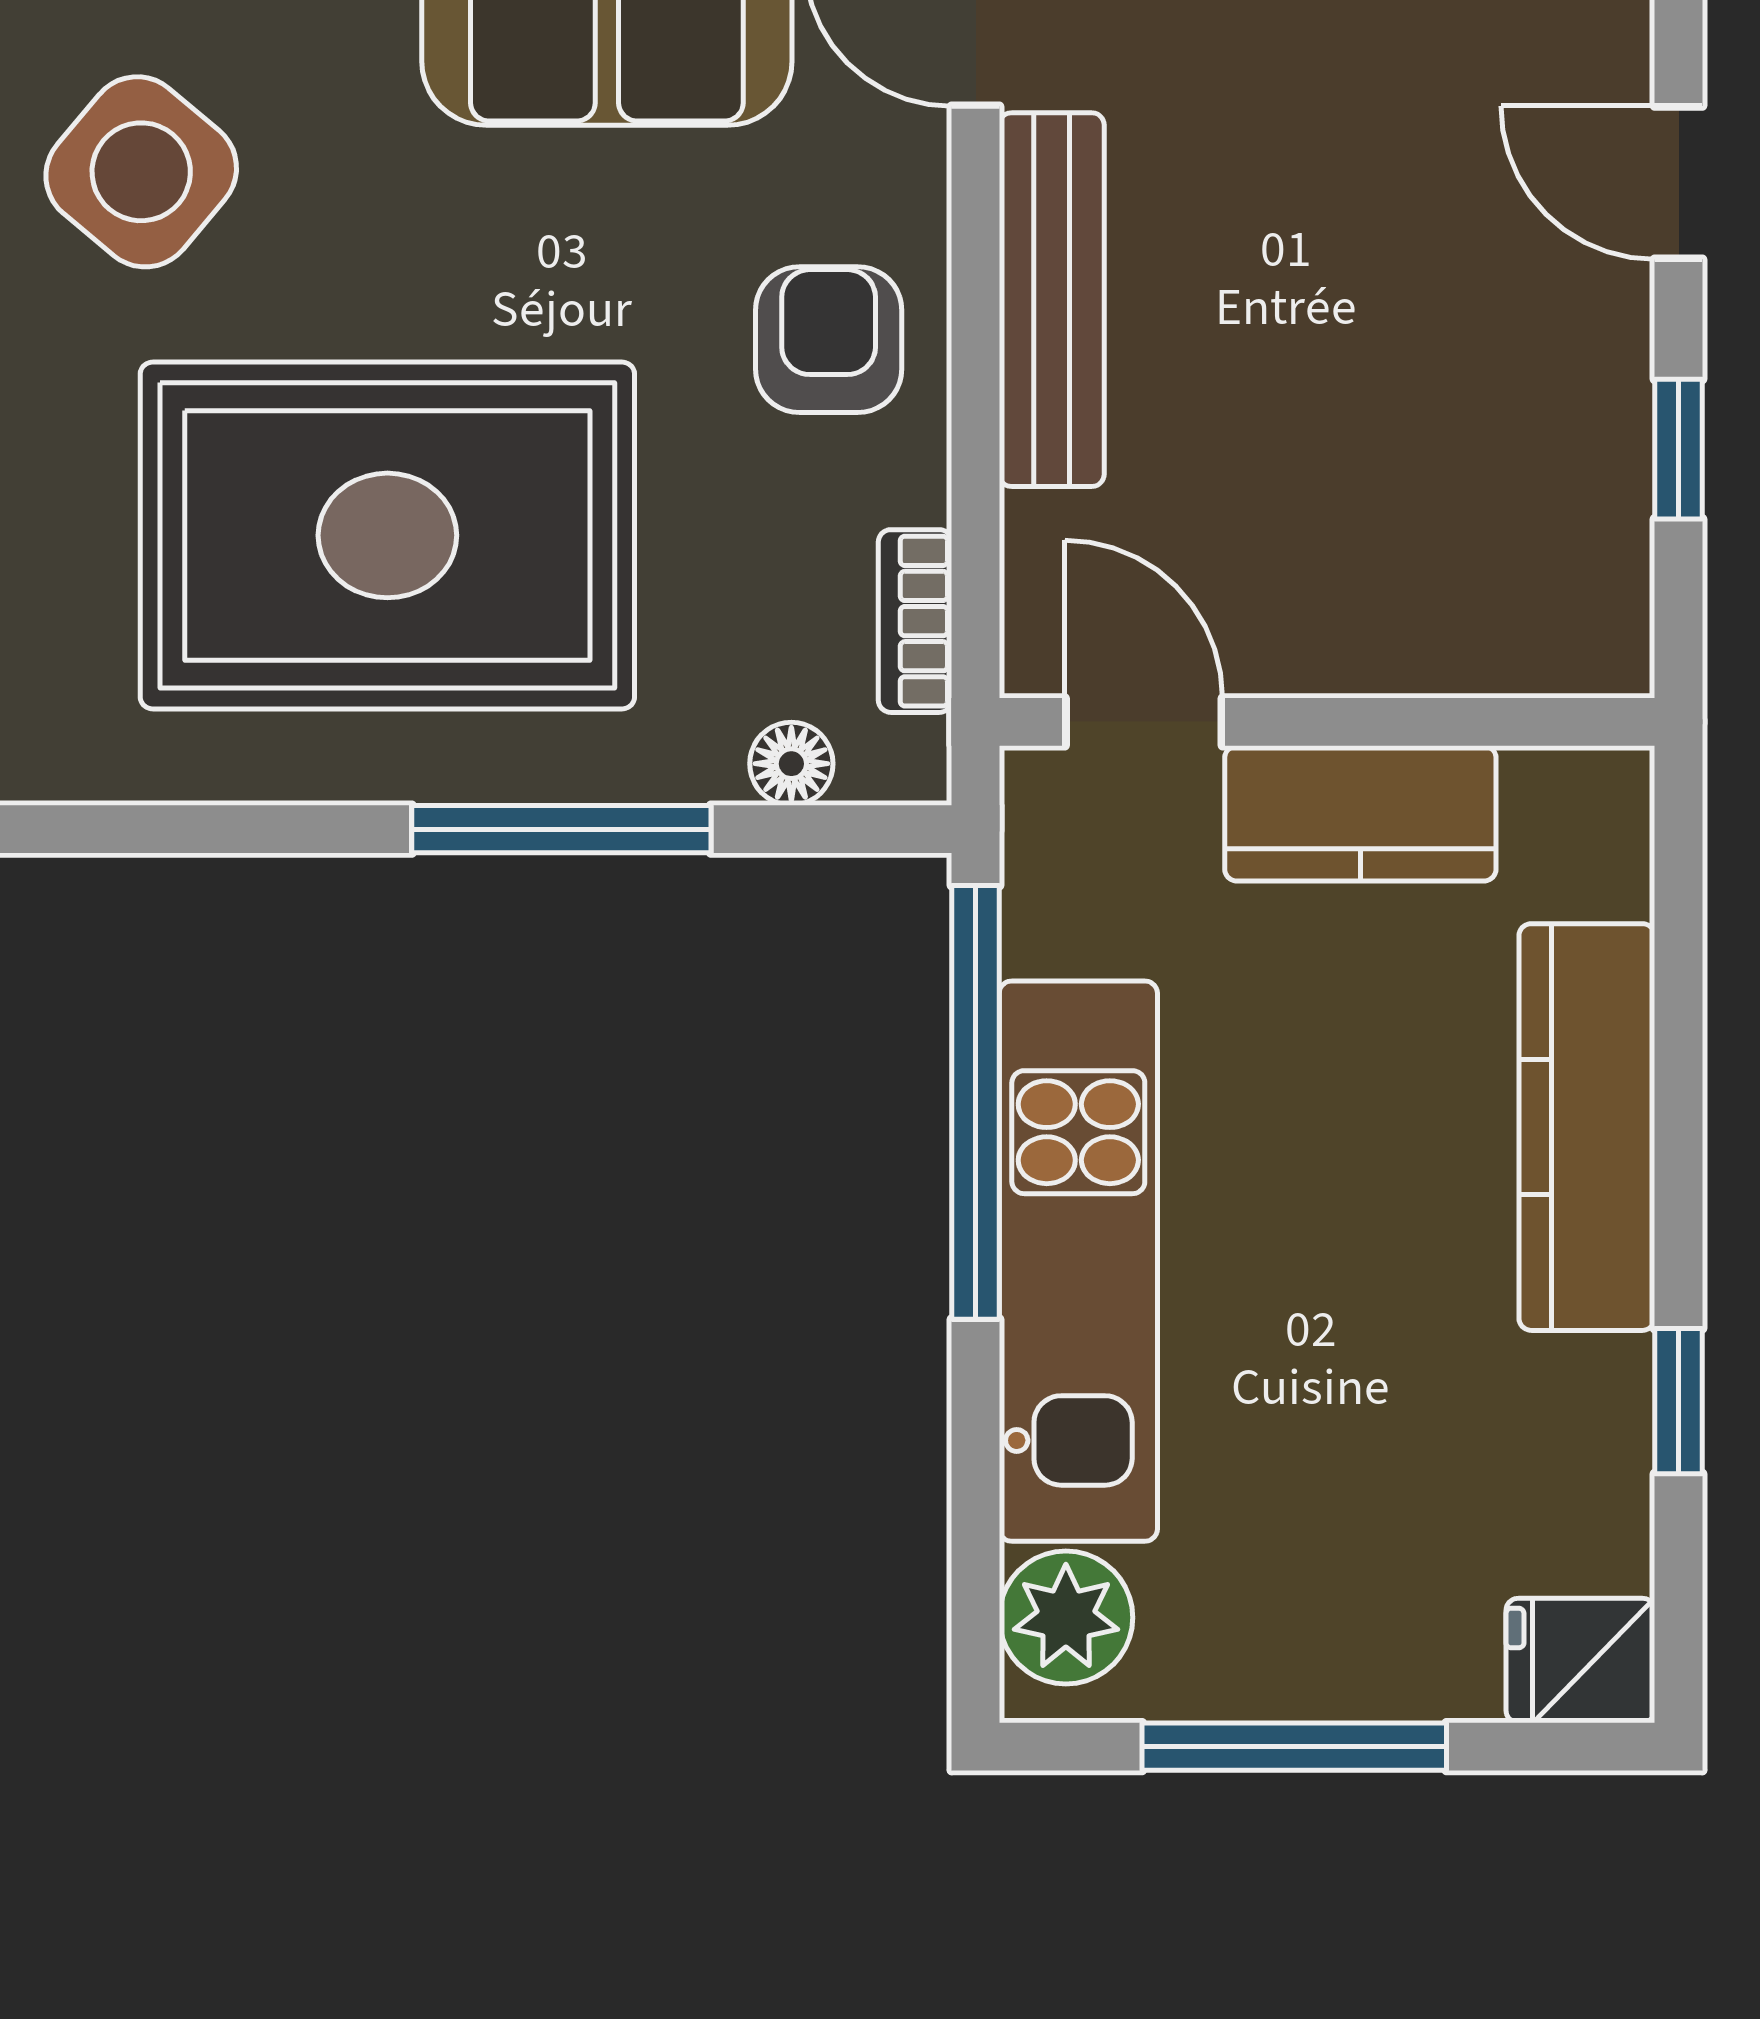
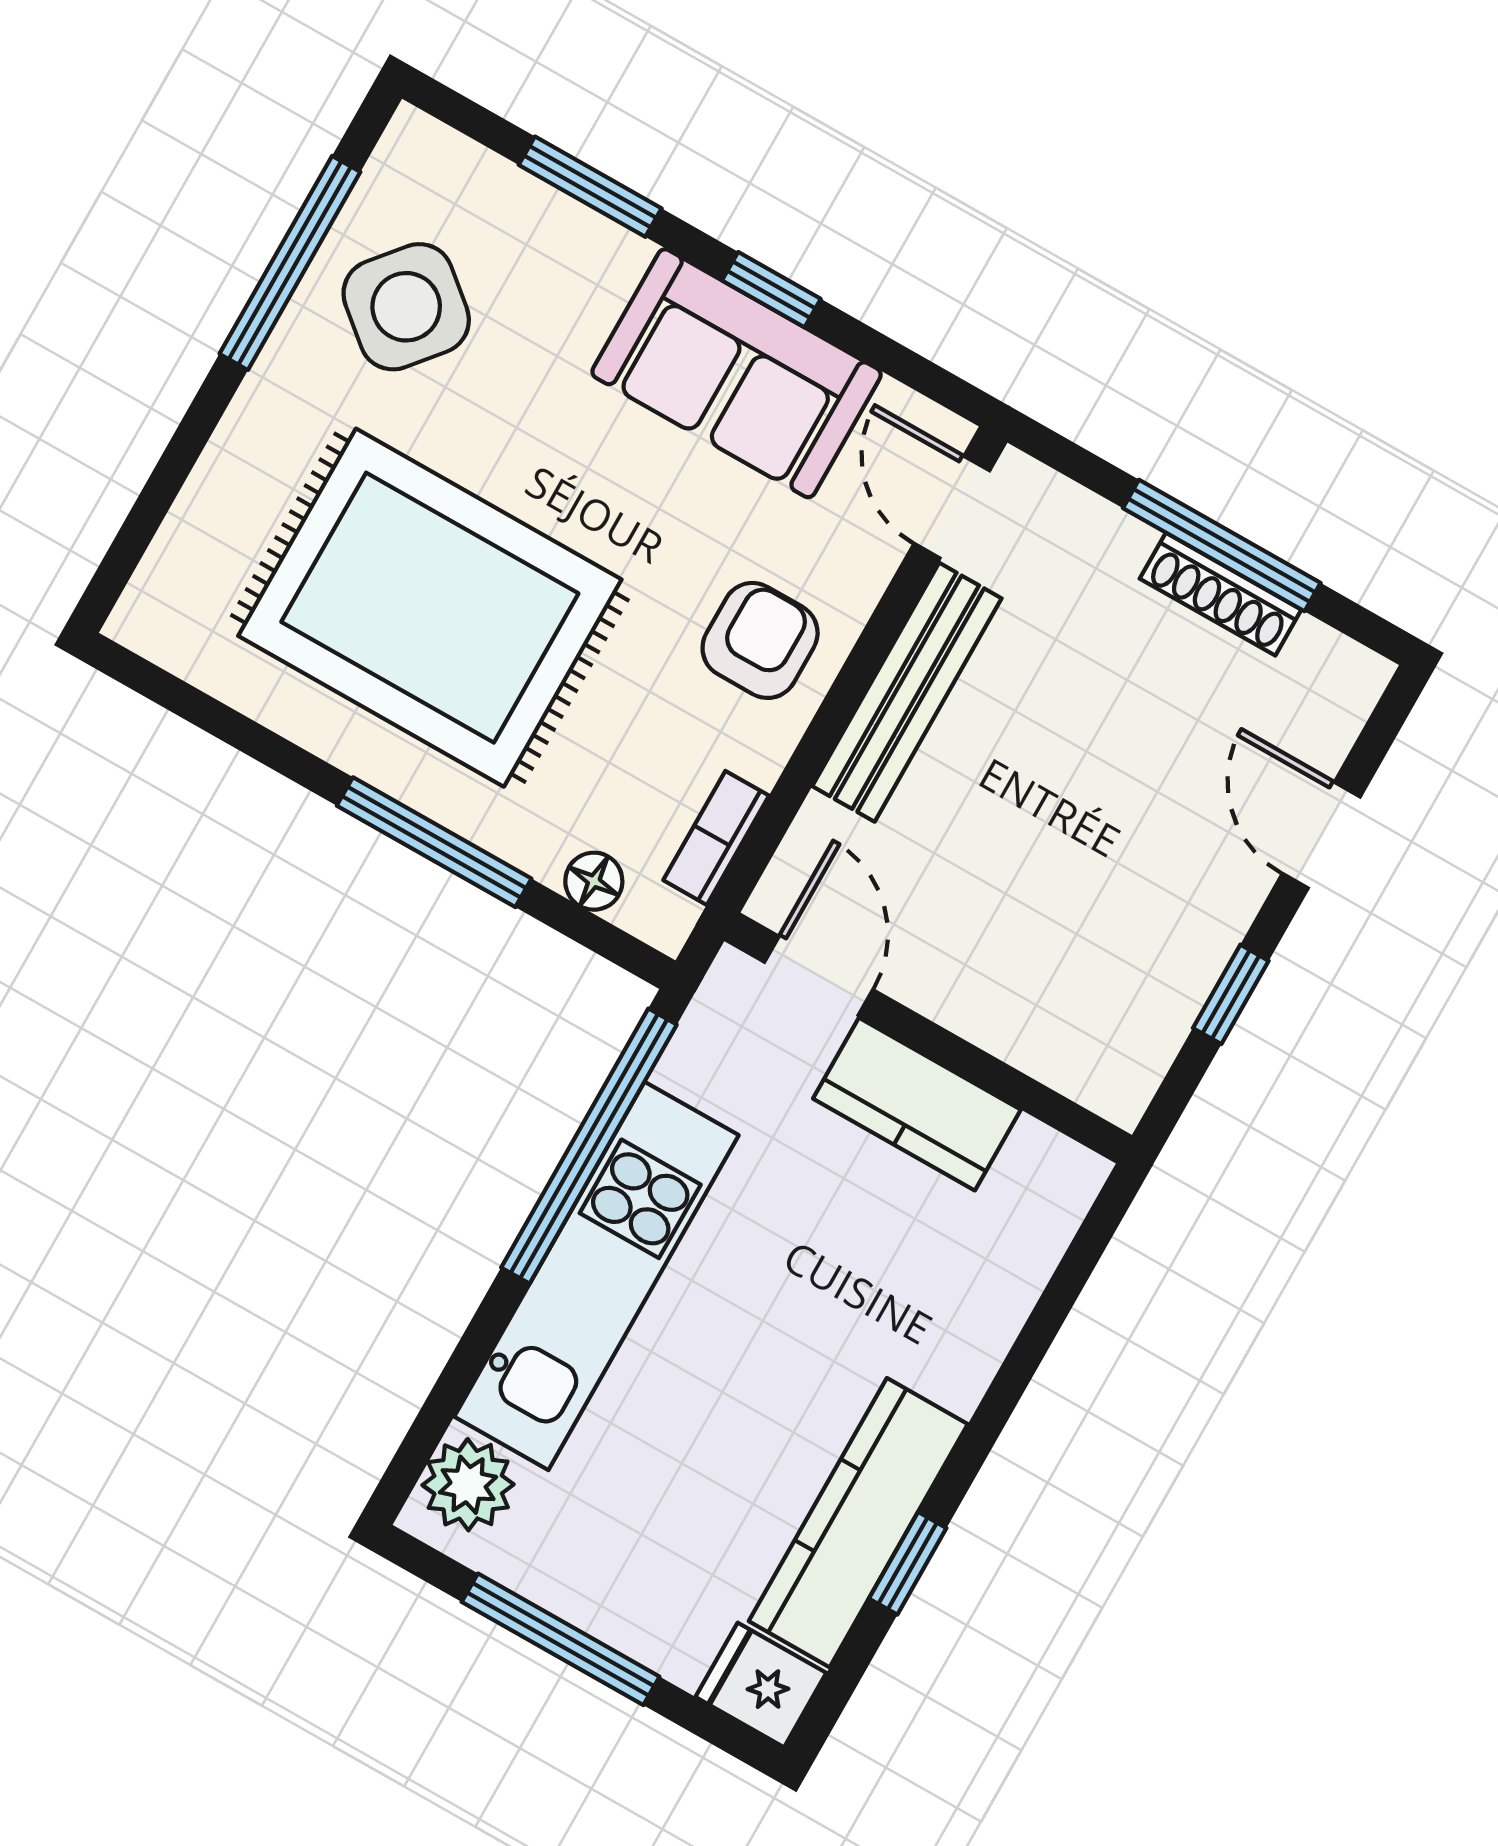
kitchen counter: (1587, 1127) -> (858, 1523), moved

